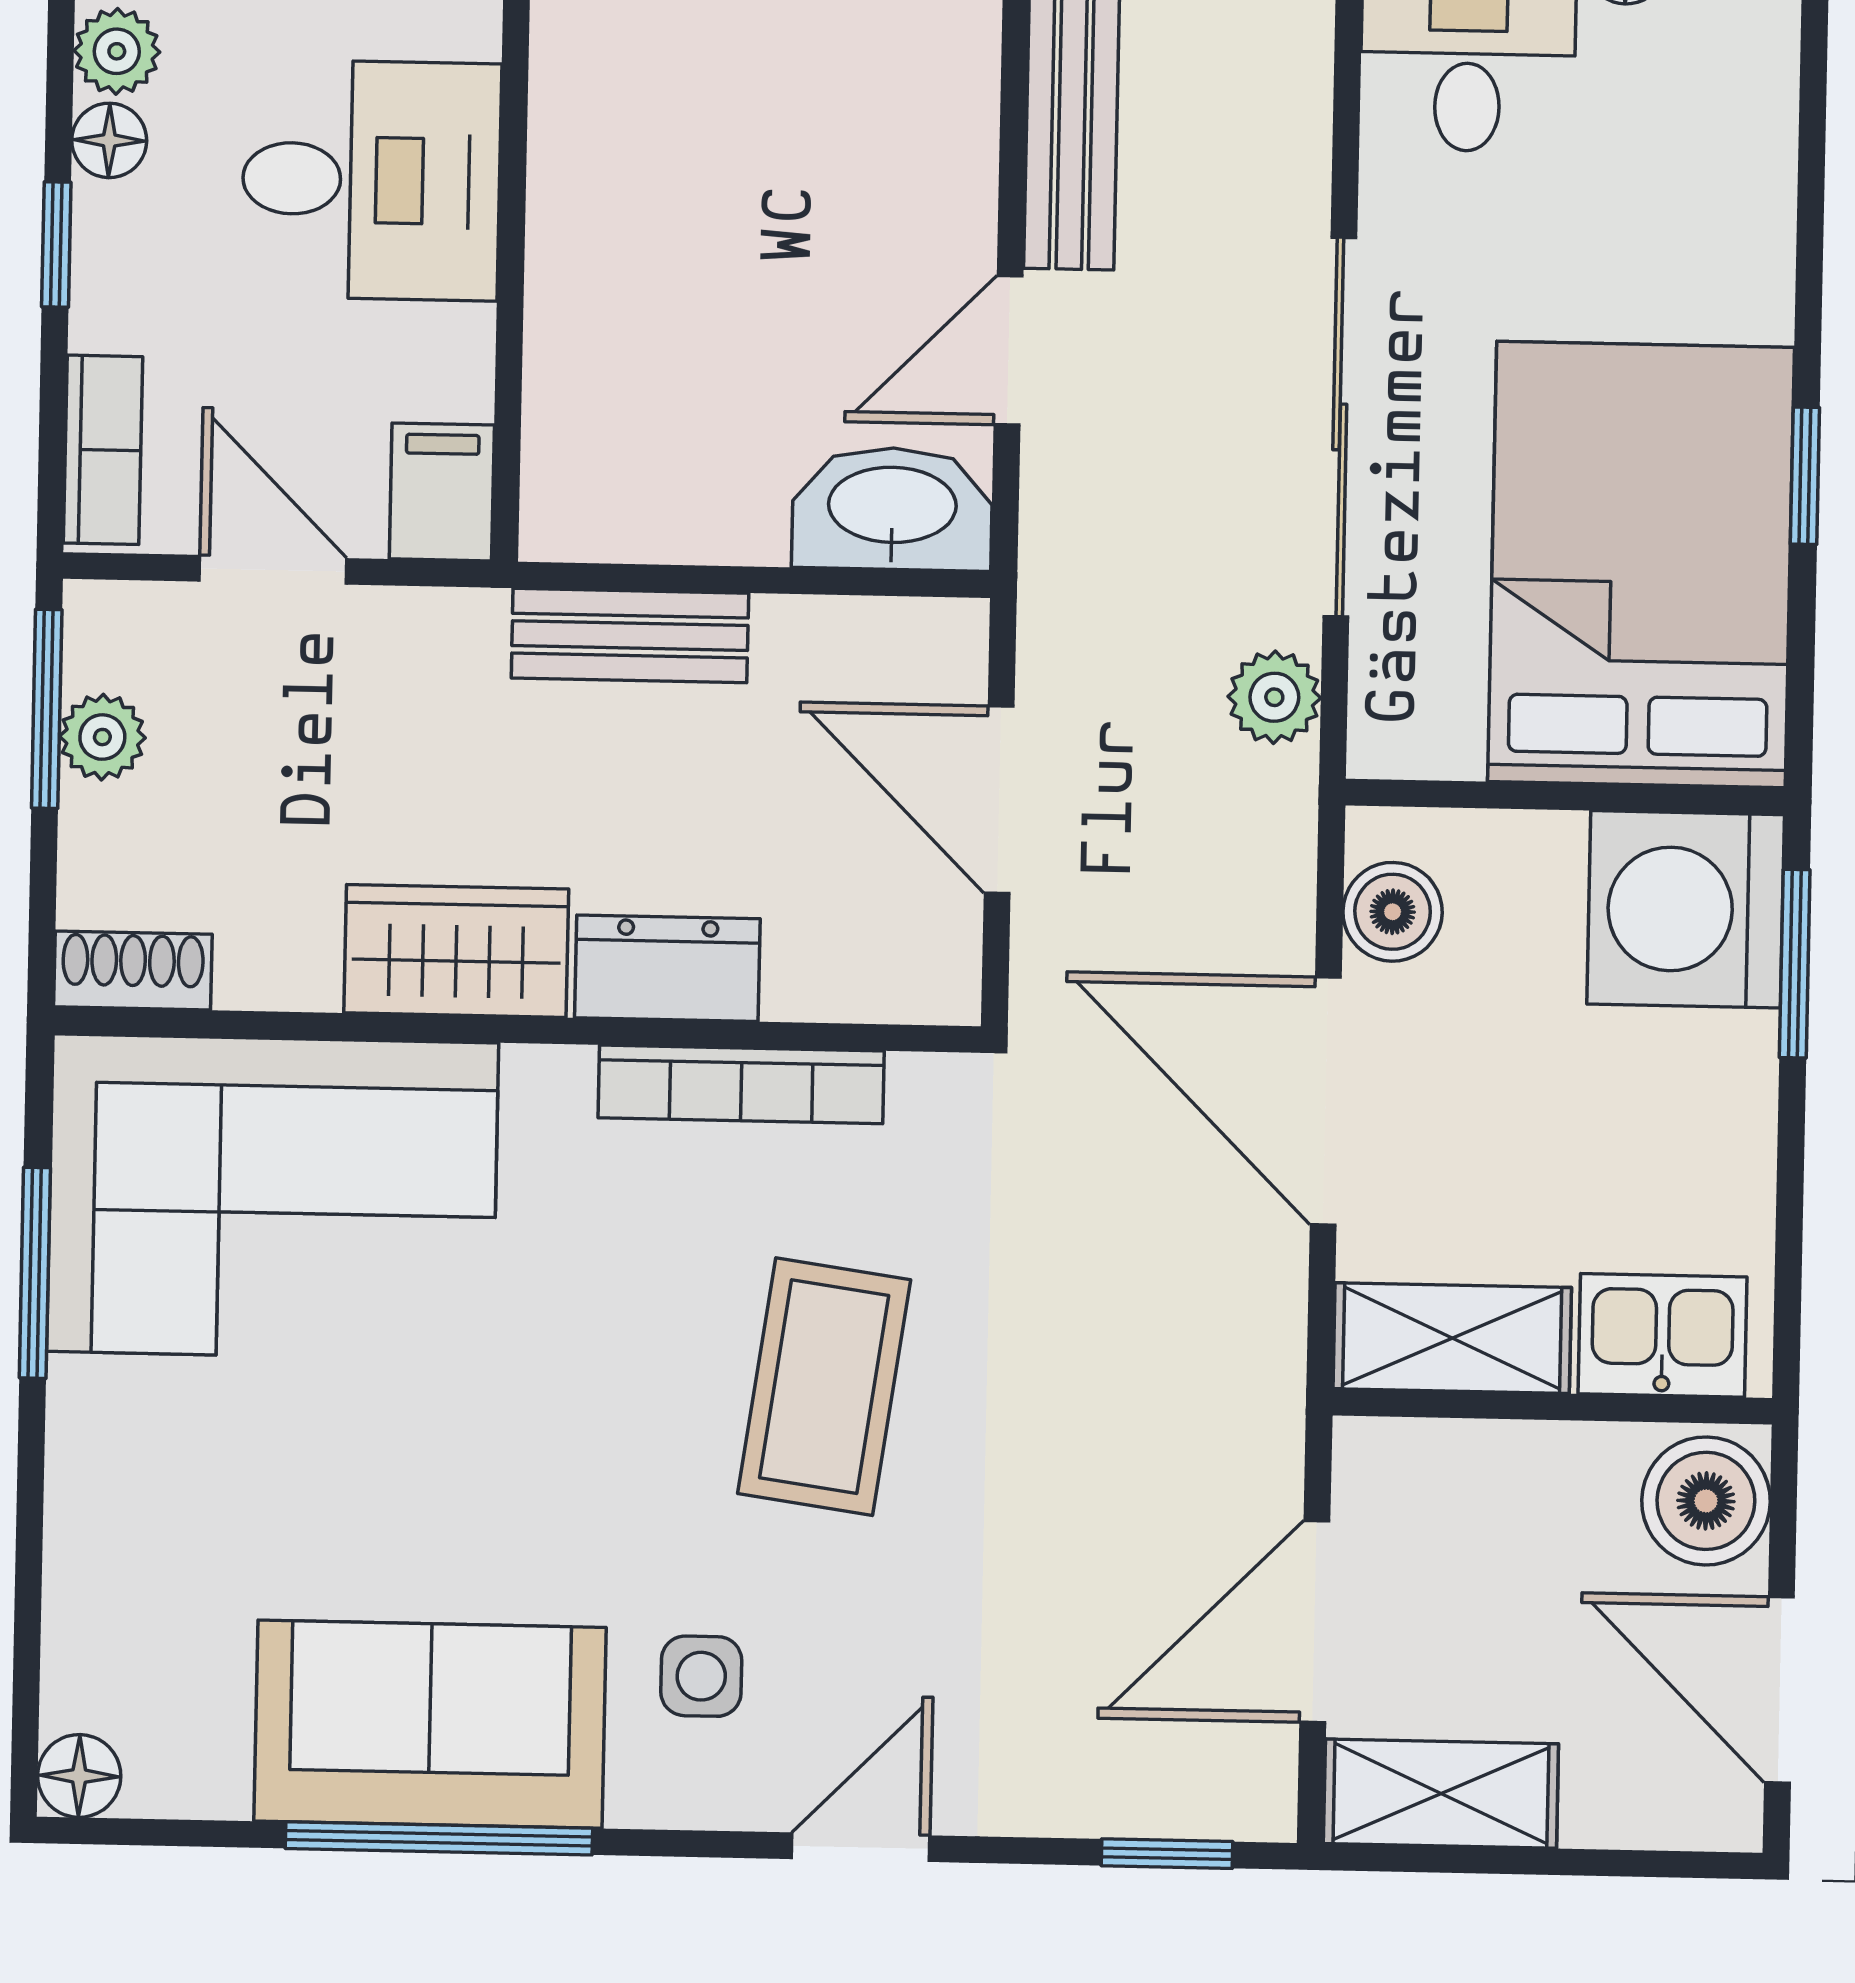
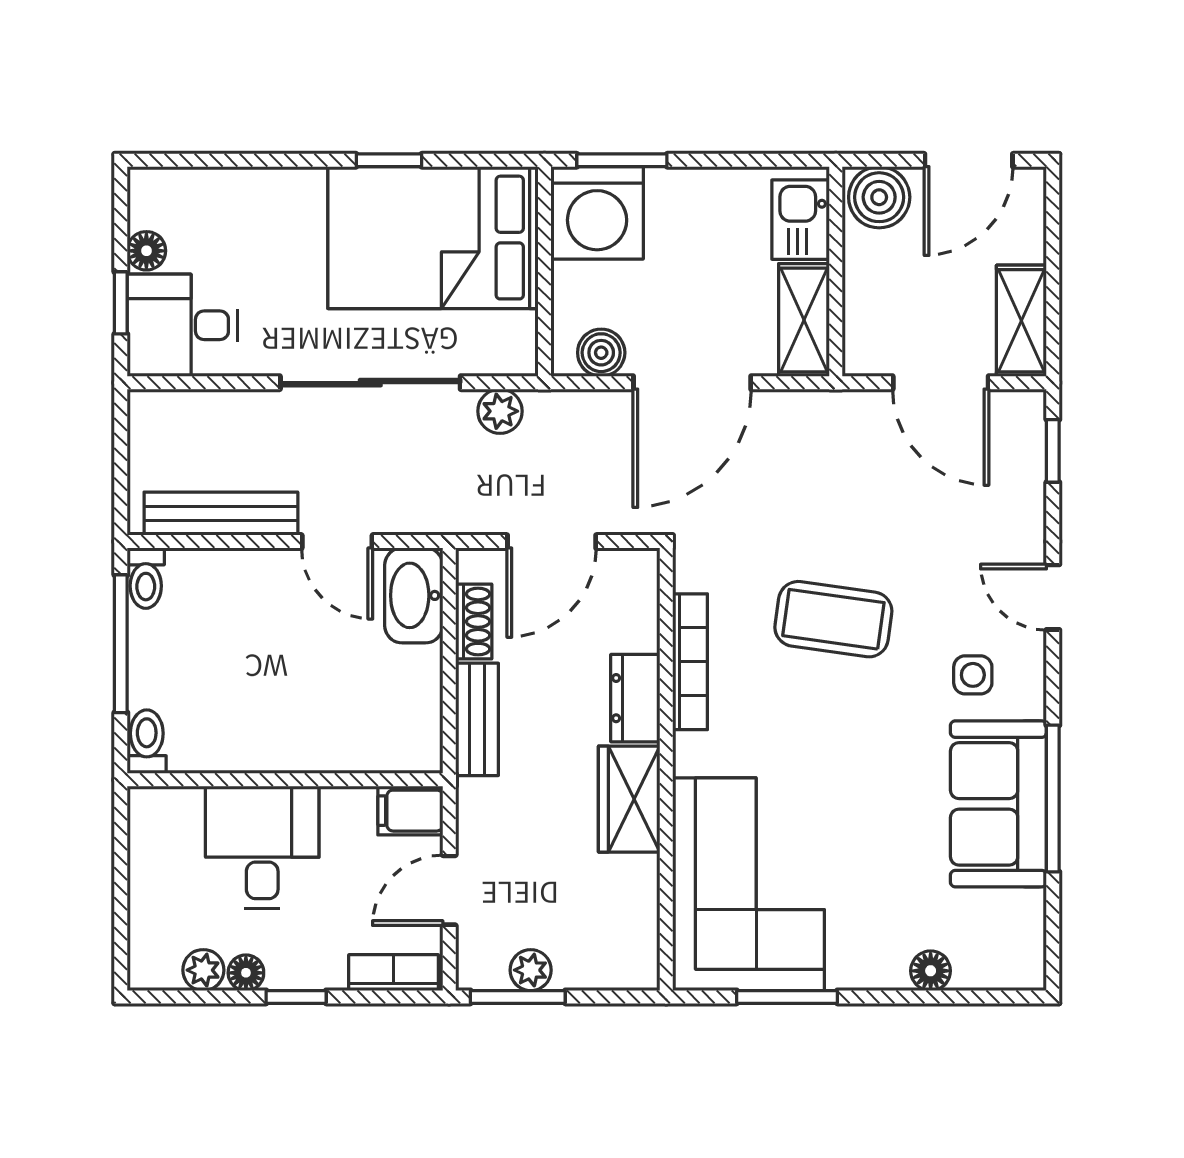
shoe rack: (133, 970) -> (474, 622), moved, turned 180
floor lamp: (79, 1776) -> (931, 971), moved

